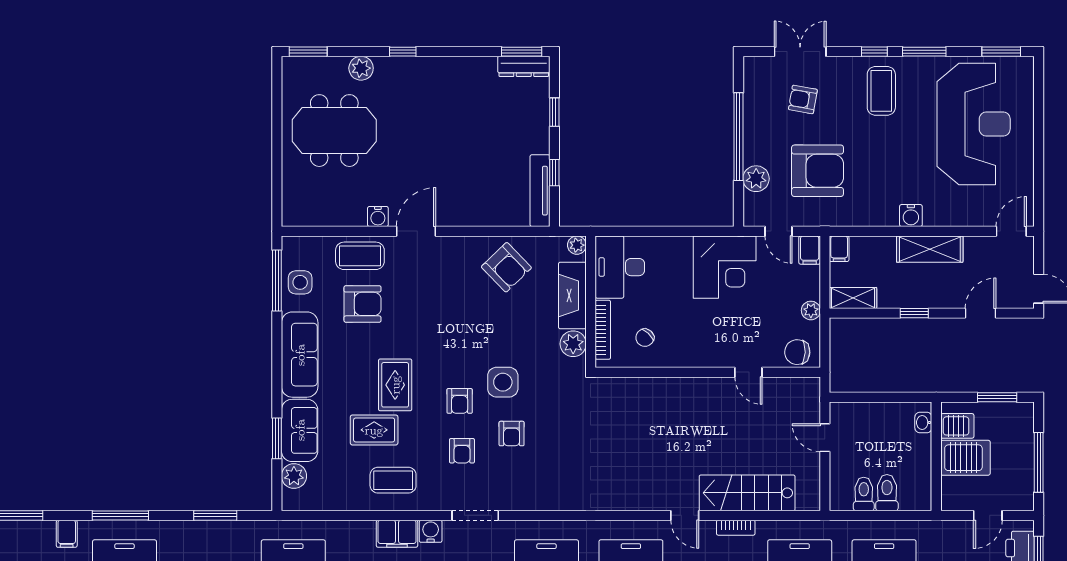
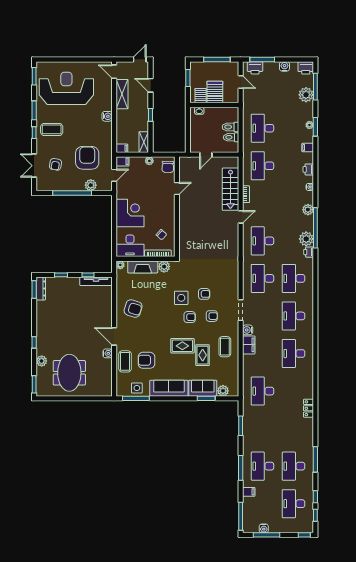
shelving: (930, 249) -> (122, 94), moved
armchair: (506, 267) -> (133, 309), moved, turned 61
corner desk: (725, 267) -> (130, 213), moved
armchair: (363, 304) -> (146, 360), turned -90

